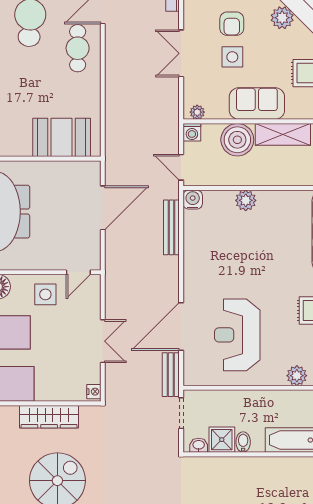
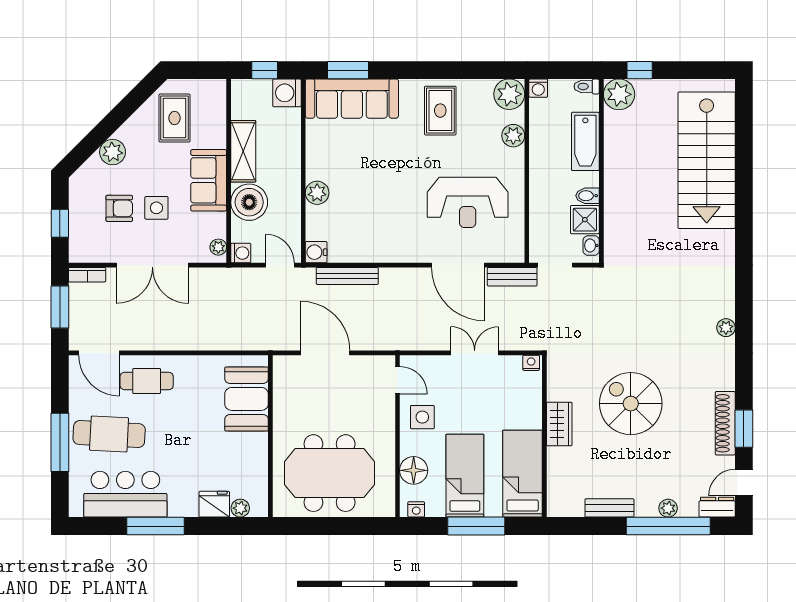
double door: (181, 53) -> (152, 265), width x1.37
door: (181, 167) -> (280, 265), swing flipped
wardrobe: (49, 417) -> (559, 424), width x0.67

